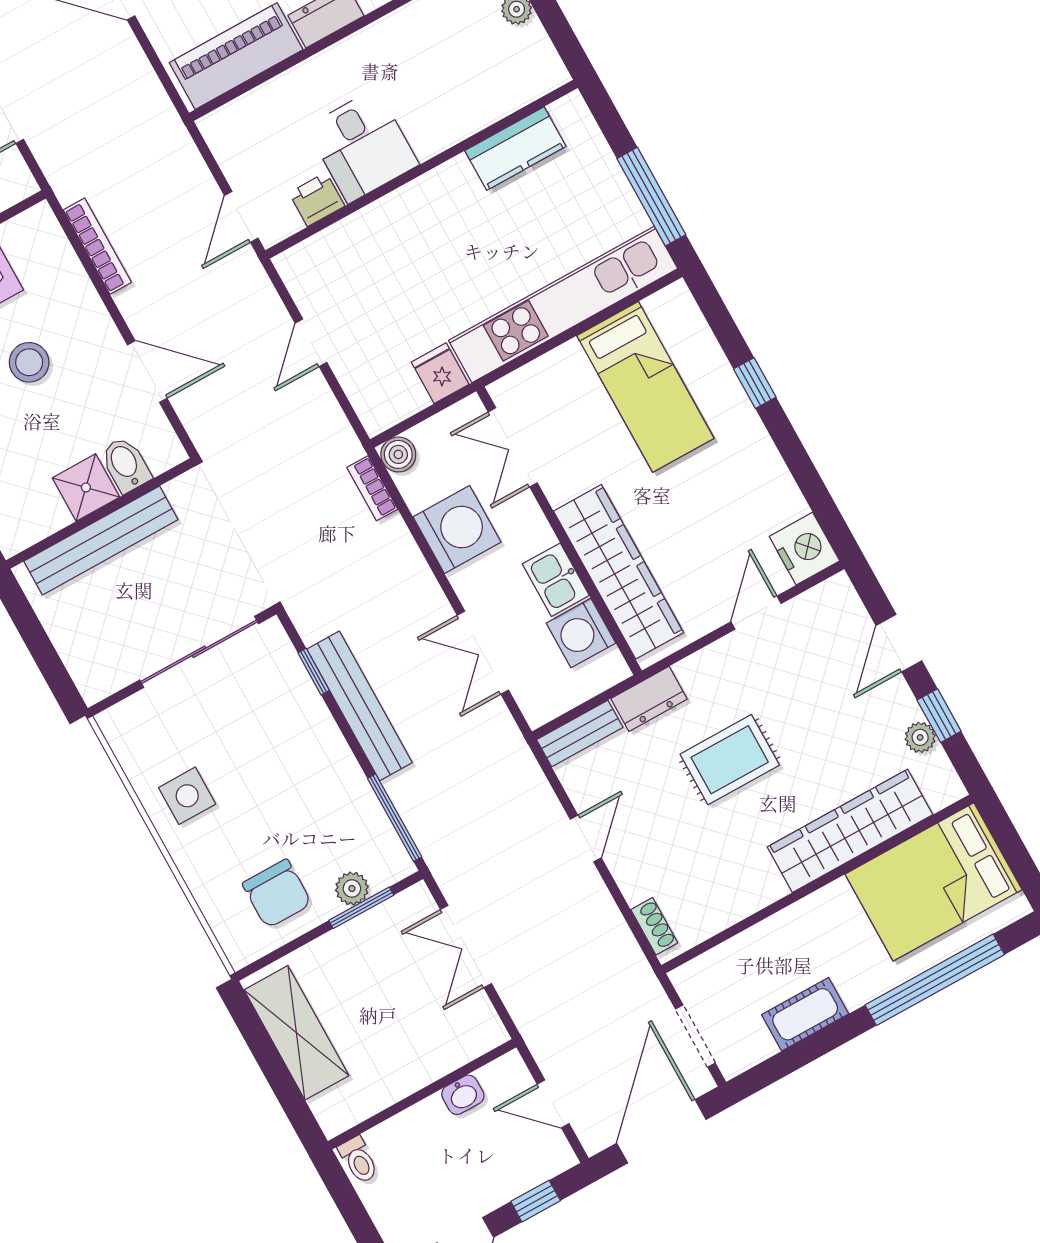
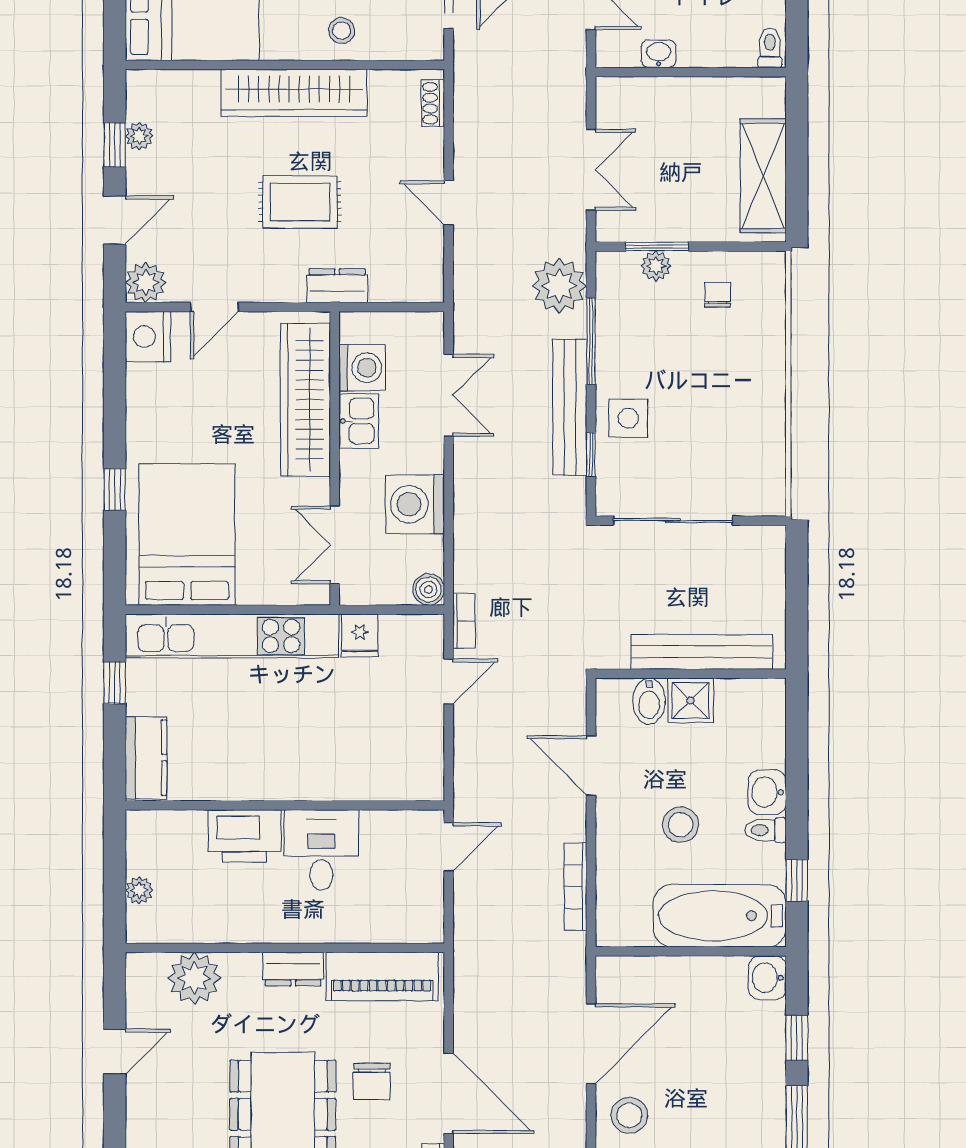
kitchen counter: (515, 148) -> (146, 758), moved, turned 90
window: (651, 197) -> (115, 683), width x0.46
printer: (317, 199) -> (245, 836), moved, width x1.87, depth x1.48
door: (311, 343) -> (449, 681), moved
bed: (645, 387) -> (187, 534), width x1.50
double door: (513, 447) -> (335, 545), swing flipped
bookcase: (372, 488) -> (464, 621), moved
plant: (836, 600) -> (146, 282), added
bench: (580, 734) -> (407, 289), removed
side table: (187, 796) -> (628, 418), moved
window: (395, 818) -> (591, 341), moved
plant: (435, 818) -> (559, 286), added
wardrobe: (850, 831) -> (294, 93), moved
door: (586, 838) -> (449, 203), hinge flipped
chair: (277, 894) -> (718, 295), width x0.54, depth x0.54
stool: (781, 948) -> (342, 30), added

